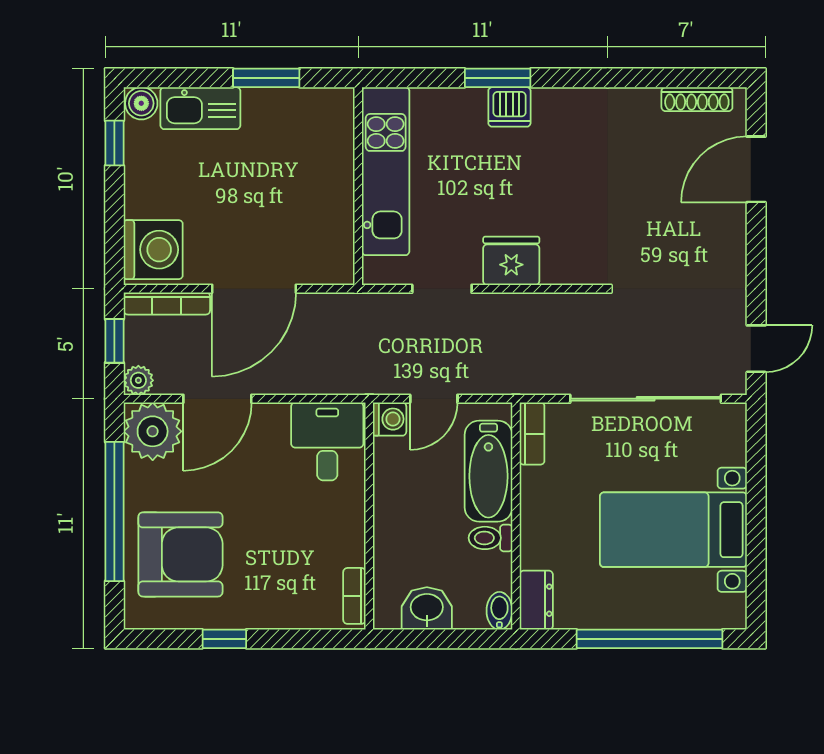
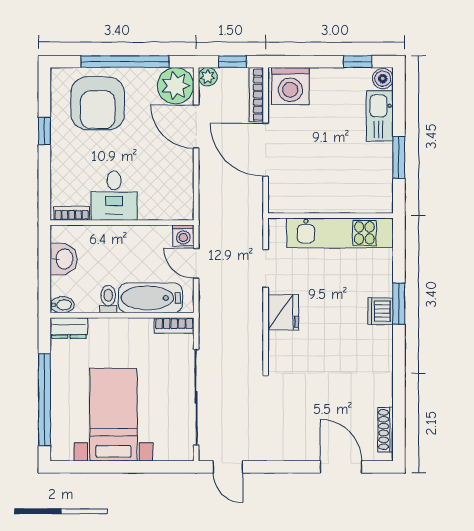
desk: (327, 441) -> (114, 196), moved, turned 90

